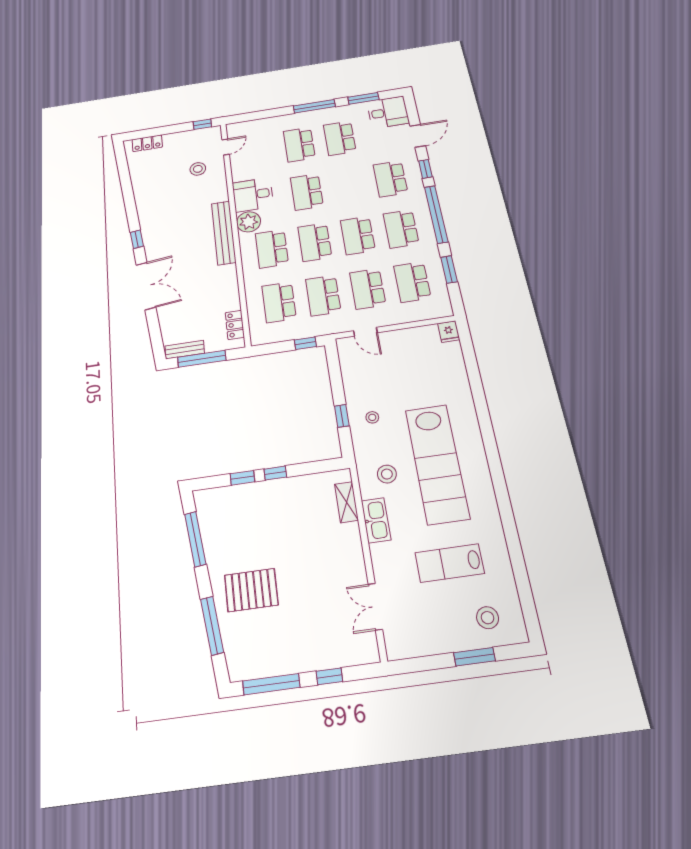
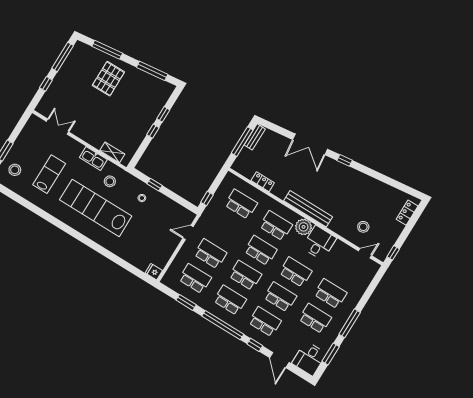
door: (226, 147) -> (365, 253), swing flipped
school desk: (323, 296) -> (280, 297), moved
locker: (235, 325) -> (263, 182), moved

